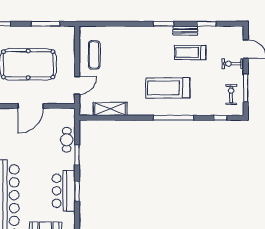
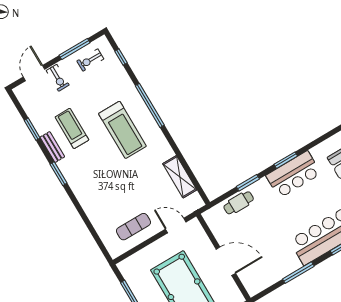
treadmill: (190, 52) -> (72, 128), turned 180

